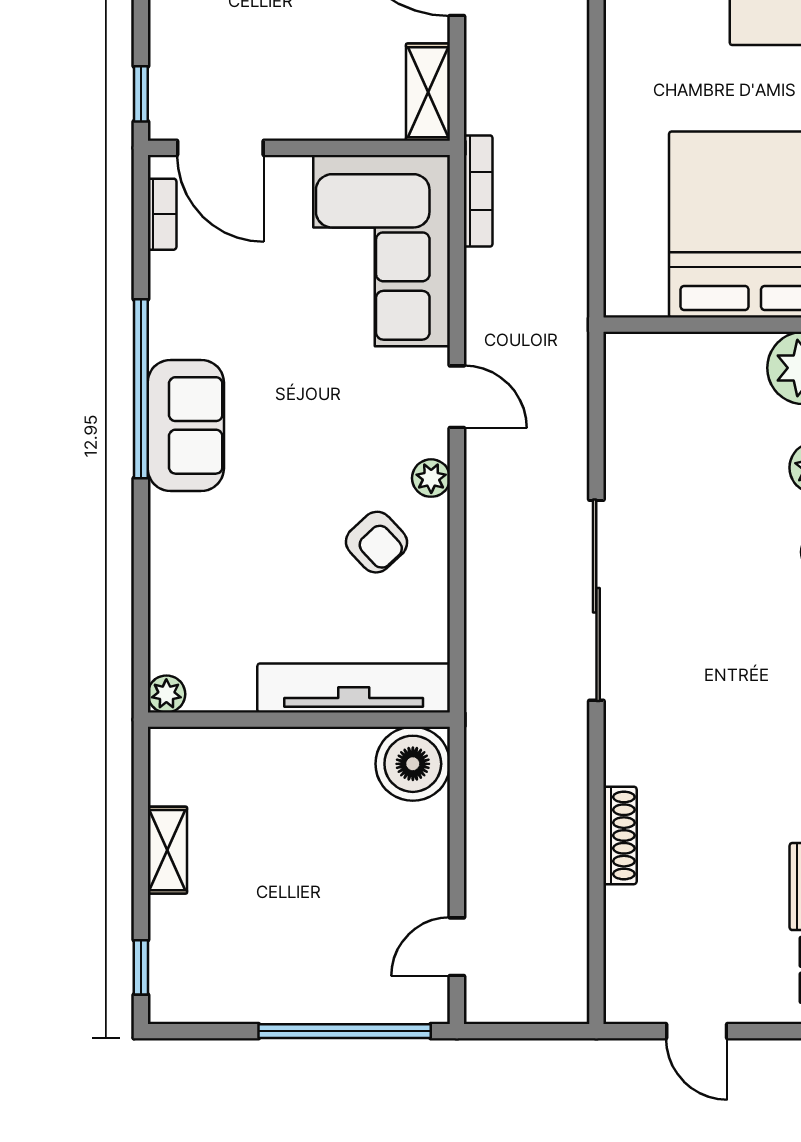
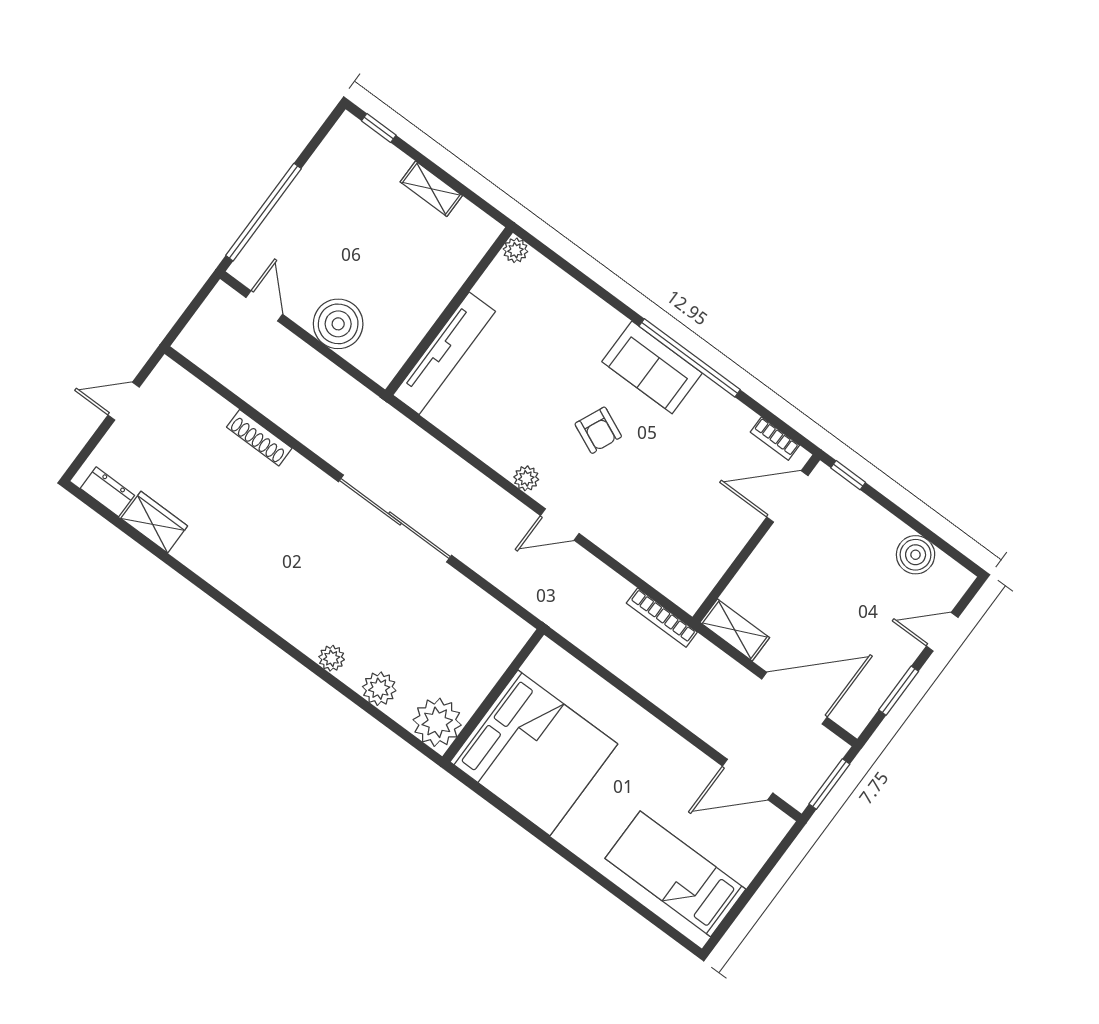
corner sofa: (382, 251) -> (668, 542), removed
armchair: (376, 542) -> (598, 430), moved, turned -113
boiler: (413, 764) -> (338, 324), moved

